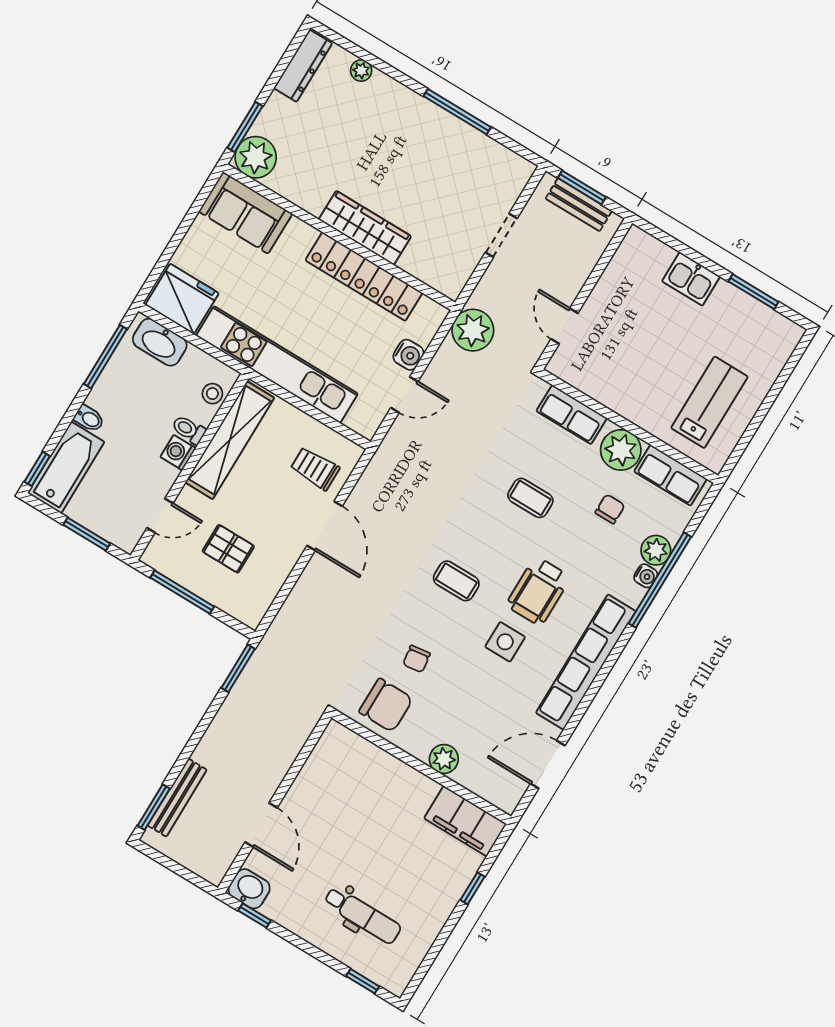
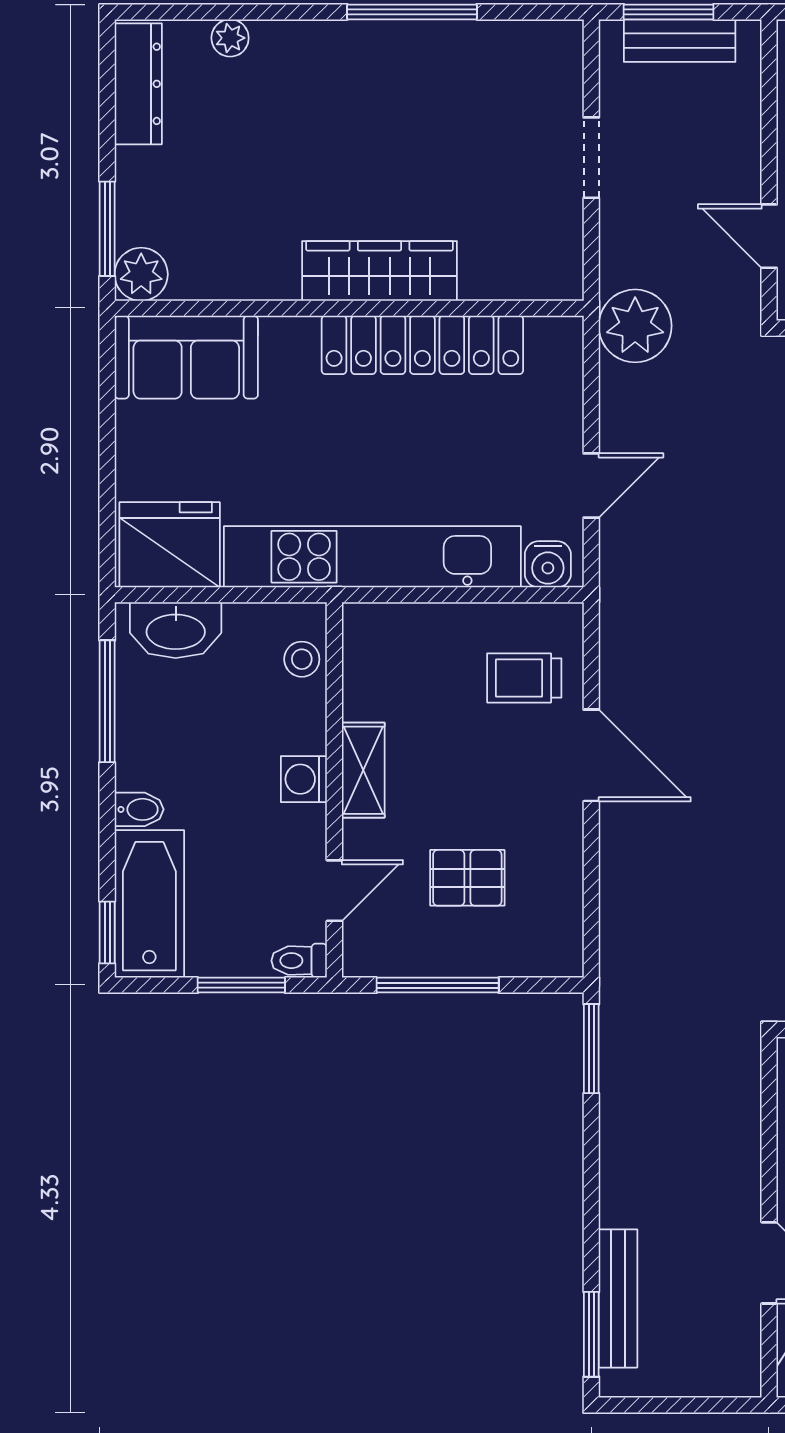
plant: (256, 157) -> (141, 274), width x0.73, depth x0.73
water cooler: (408, 355) -> (548, 564), moved, turned 90
toilet: (189, 430) -> (299, 961), moved
shelving: (230, 440) -> (363, 770), width x0.45, depth x0.75

